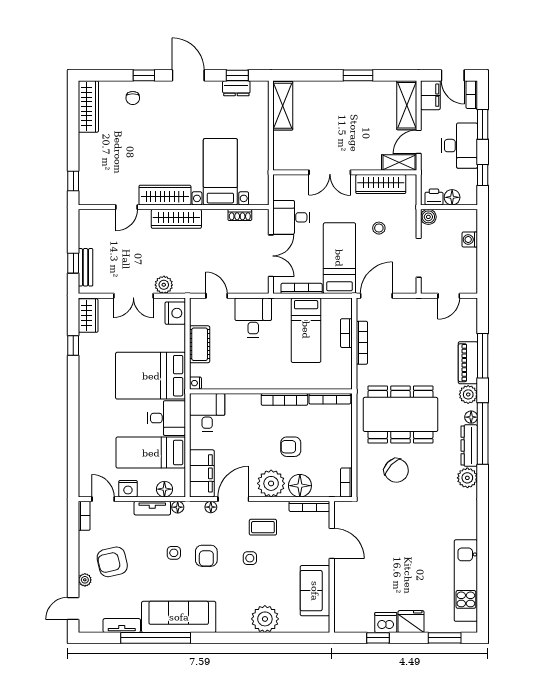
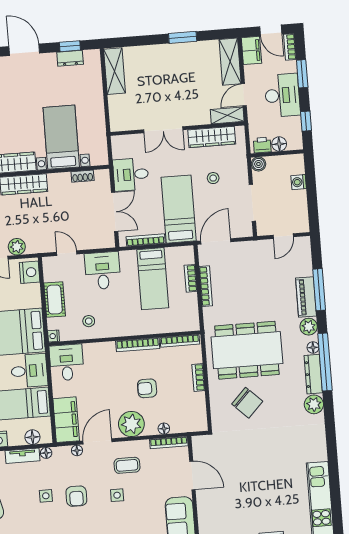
stool: (234, 370) -> (89, 321), added
bookcase: (346, 482) -> (198, 377), moved
floor lamp: (300, 486) -> (164, 429), width x0.53, depth x0.53

